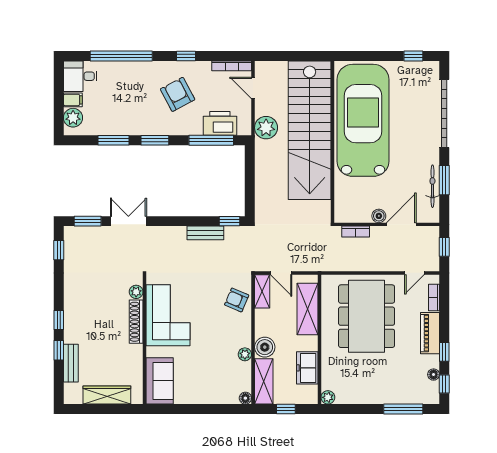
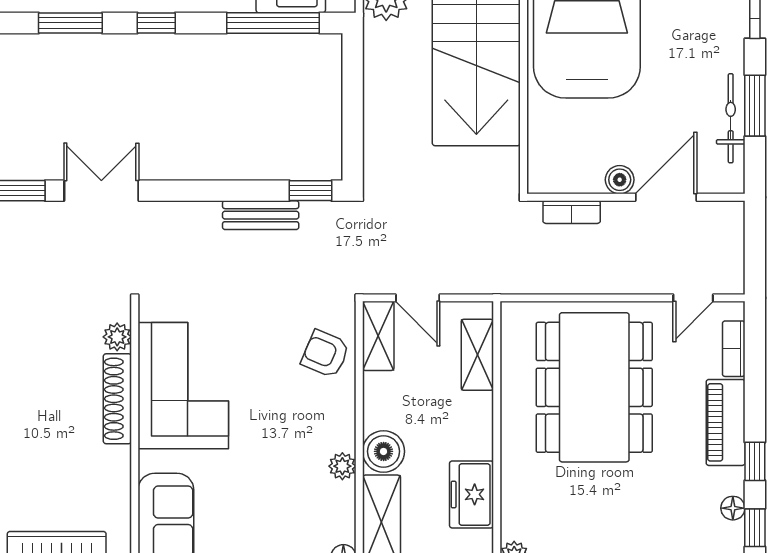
window: (155, 140) -> (156, 23), width x0.67
window: (444, 247) -> (755, 244), removed
shelving: (307, 309) -> (477, 355), width x0.67, depth x0.75

